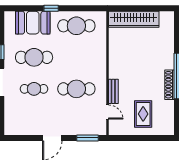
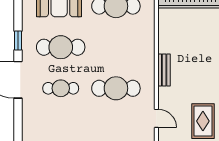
bench: (113, 91) -> (164, 70), moved

